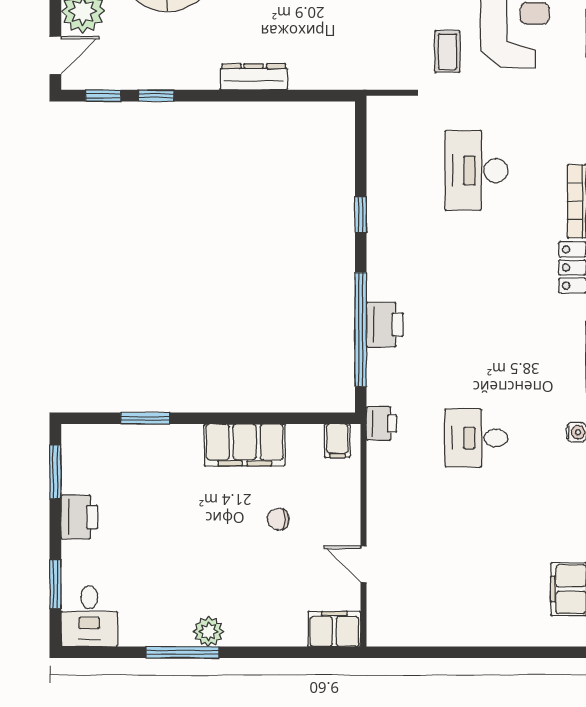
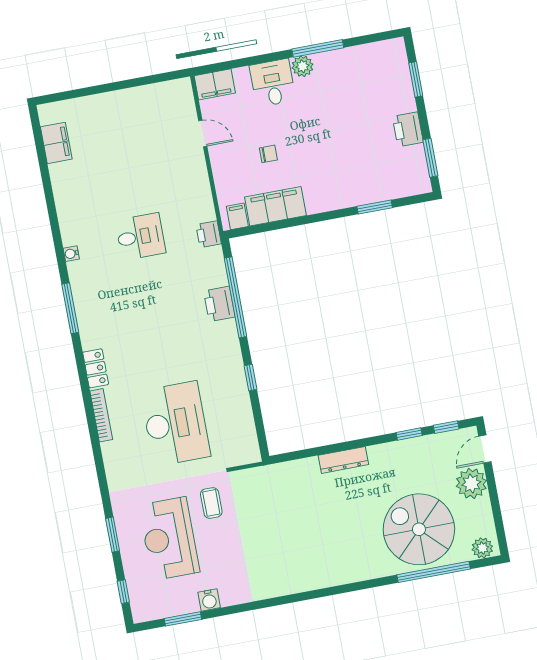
desk: (476, 171) -> (175, 424), width x1.36, depth x1.30
filing cabinet: (245, 445) -> (275, 206), moved
desk: (89, 616) -> (273, 83), moved

